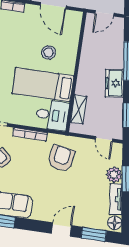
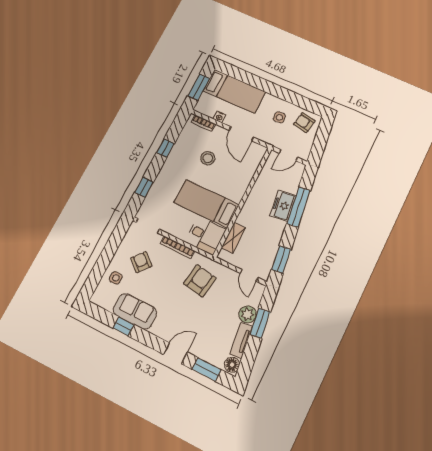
stool: (49, 52) -> (208, 158), moved
freezer: (114, 83) -> (283, 206), moved

